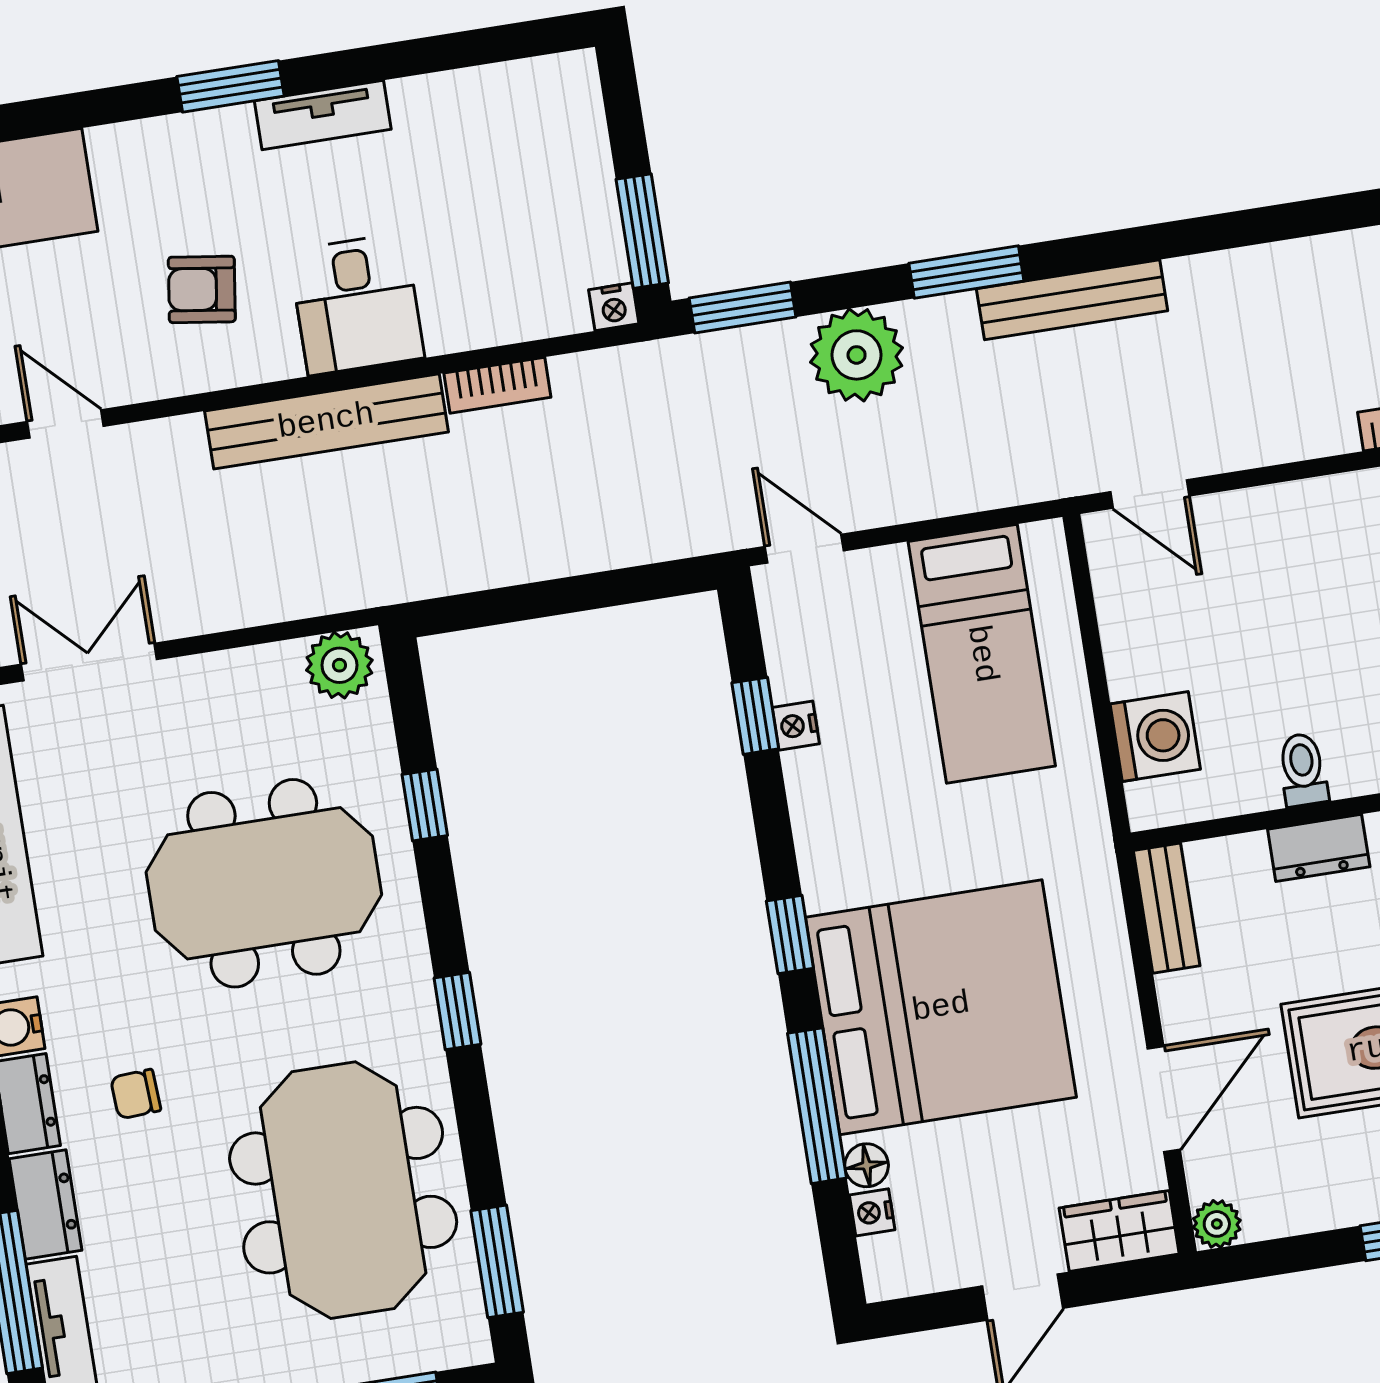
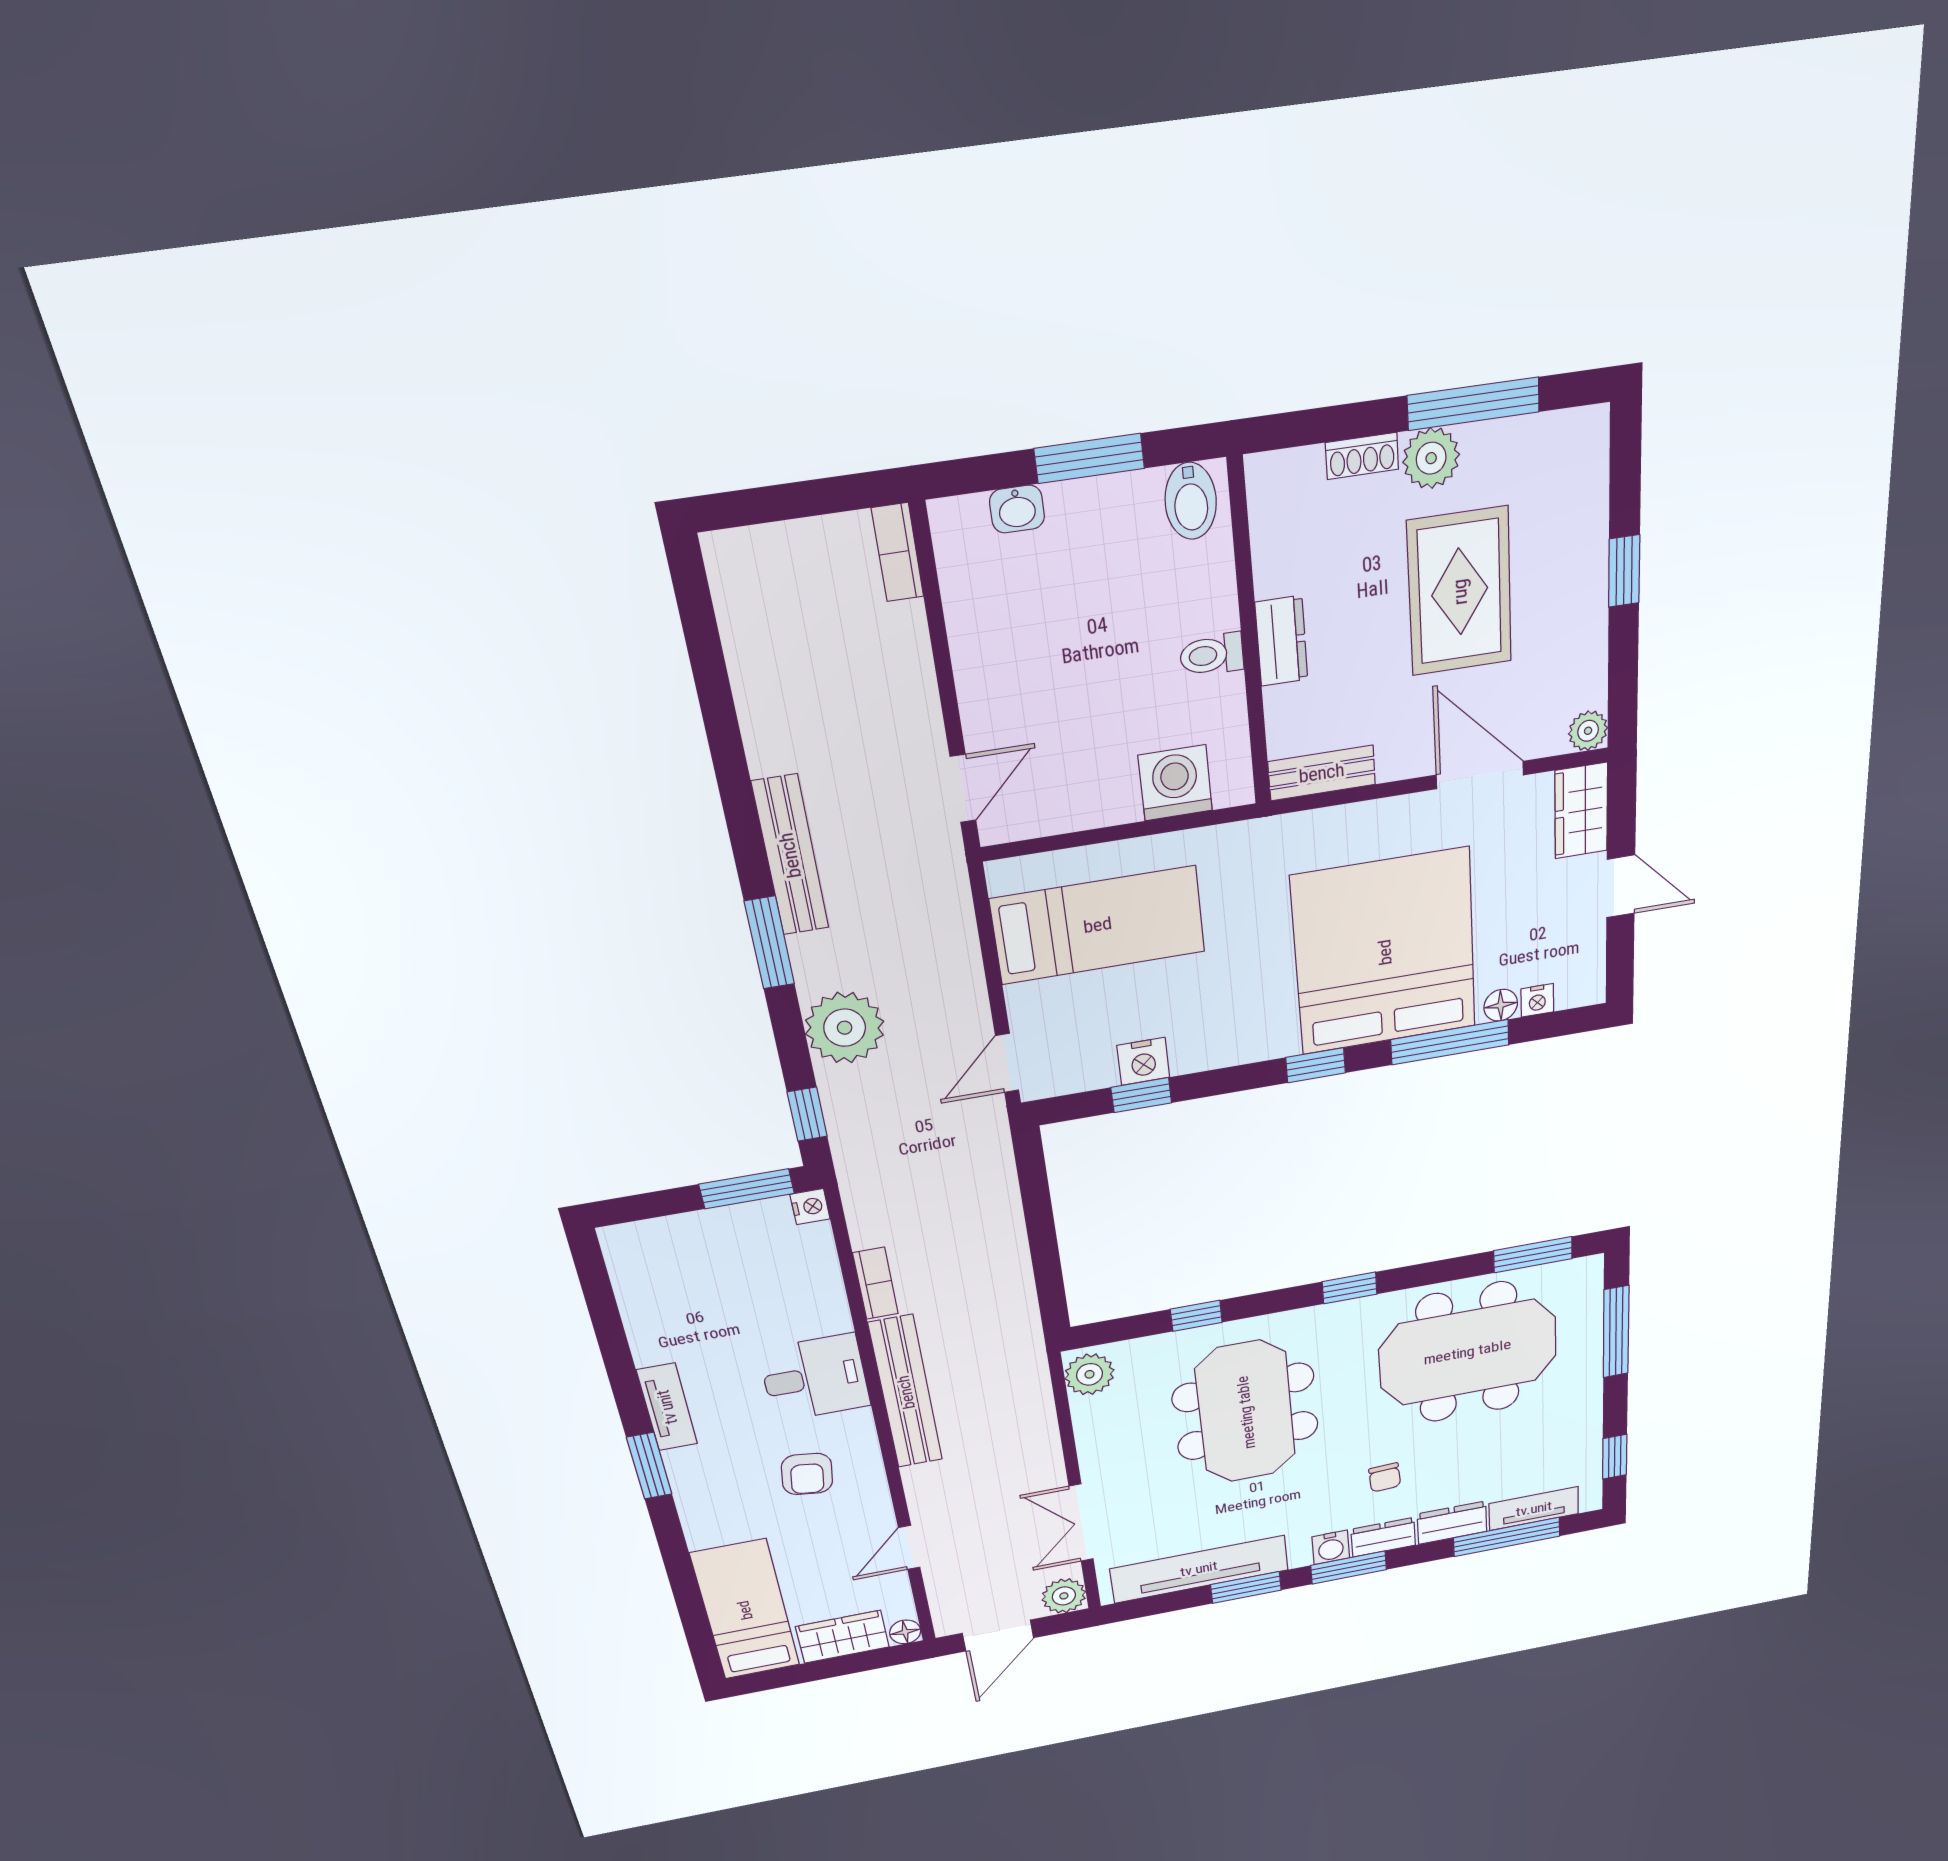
window: (743, 308) -> (807, 1114), width x0.67
nightstand: (796, 726) -> (1143, 1061), width x1.39, depth x1.35

